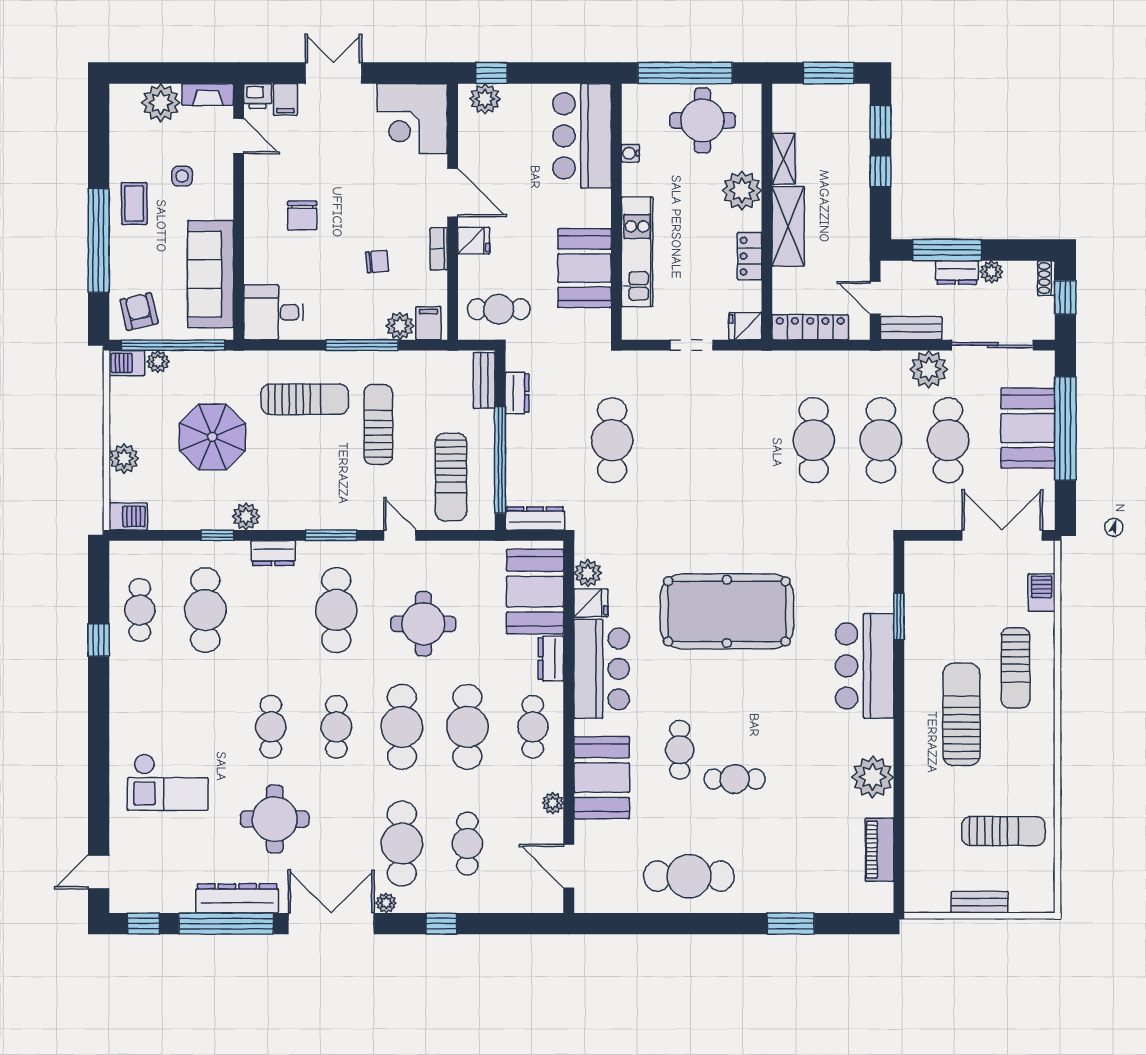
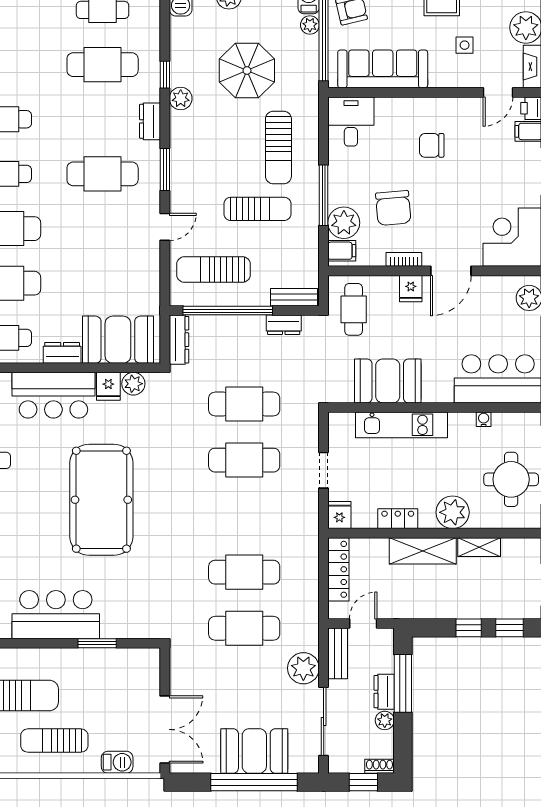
chair: (377, 262) -> (393, 208), width x1.87, depth x1.87
plant: (400, 326) -> (344, 223), width x1.36, depth x1.36
cafe table: (948, 440) -> (244, 460), moved
round table: (423, 624) -> (91, 246), removed

